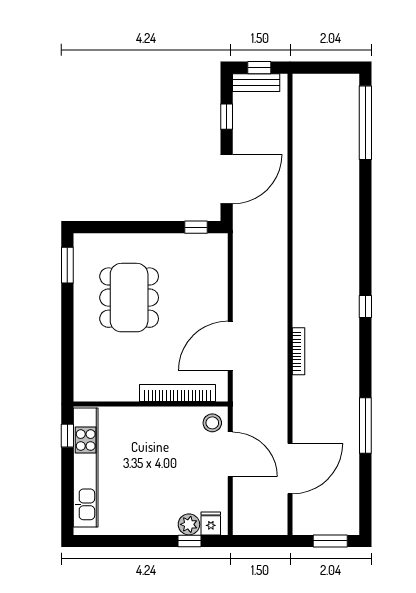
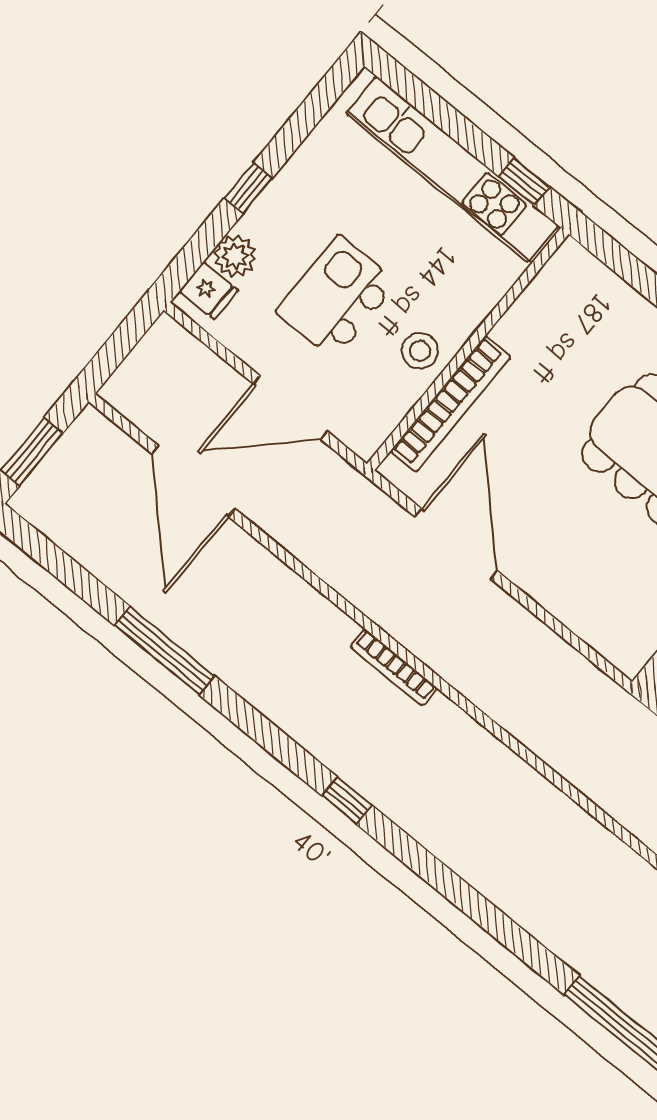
bookcase: (298, 351) -> (394, 667), moved
stool: (212, 423) -> (420, 351), moved
kitchen island: (172, 472) -> (337, 297), added
window: (189, 541) -> (248, 188), moved

